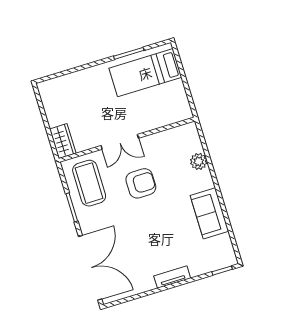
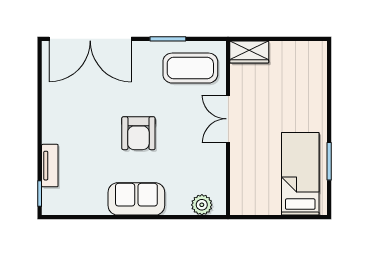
plant: (199, 161) -> (202, 205), moved
armchair: (141, 183) -> (138, 133), moved
sofa: (209, 213) -> (136, 199), moved
tv unit: (172, 277) -> (50, 166), moved

